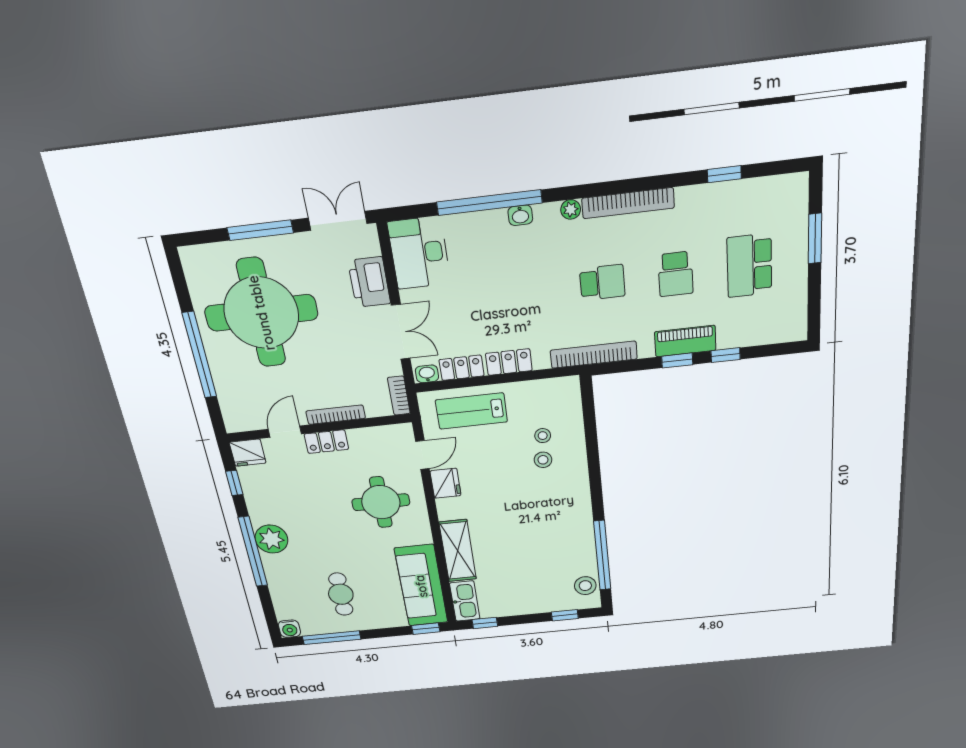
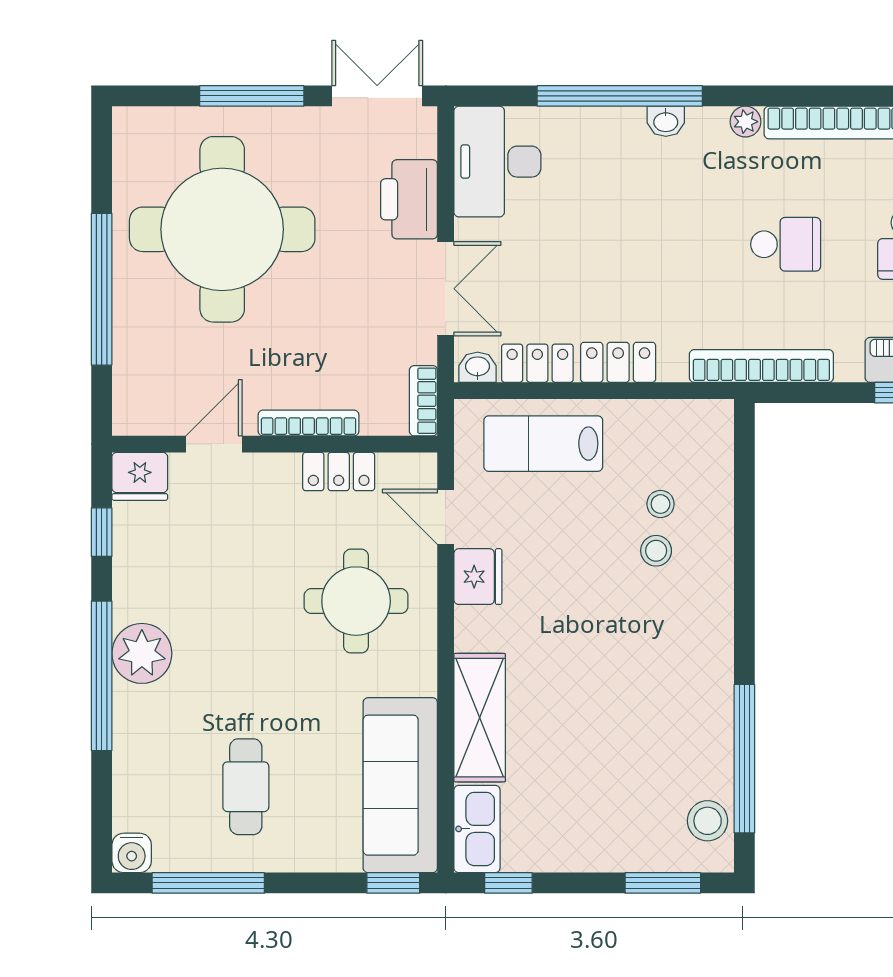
locker: (326, 442) -> (339, 472), moved
door: (422, 455) -> (446, 517), swing flipped
window: (565, 615) -> (663, 883), width x1.50

